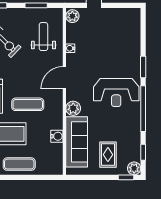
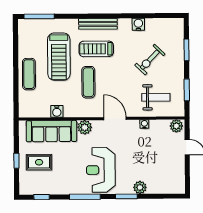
window: (143, 109) -> (85, 197), width x0.68
plant: (134, 168) -> (140, 187), moved
window: (126, 177) -> (16, 161), moved

